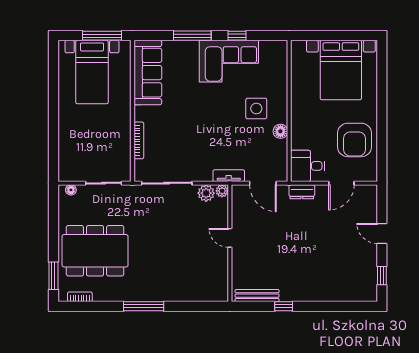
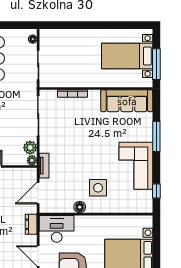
window: (237, 36) -> (156, 191), moved
desk: (308, 166) -> (57, 229), width x1.37

